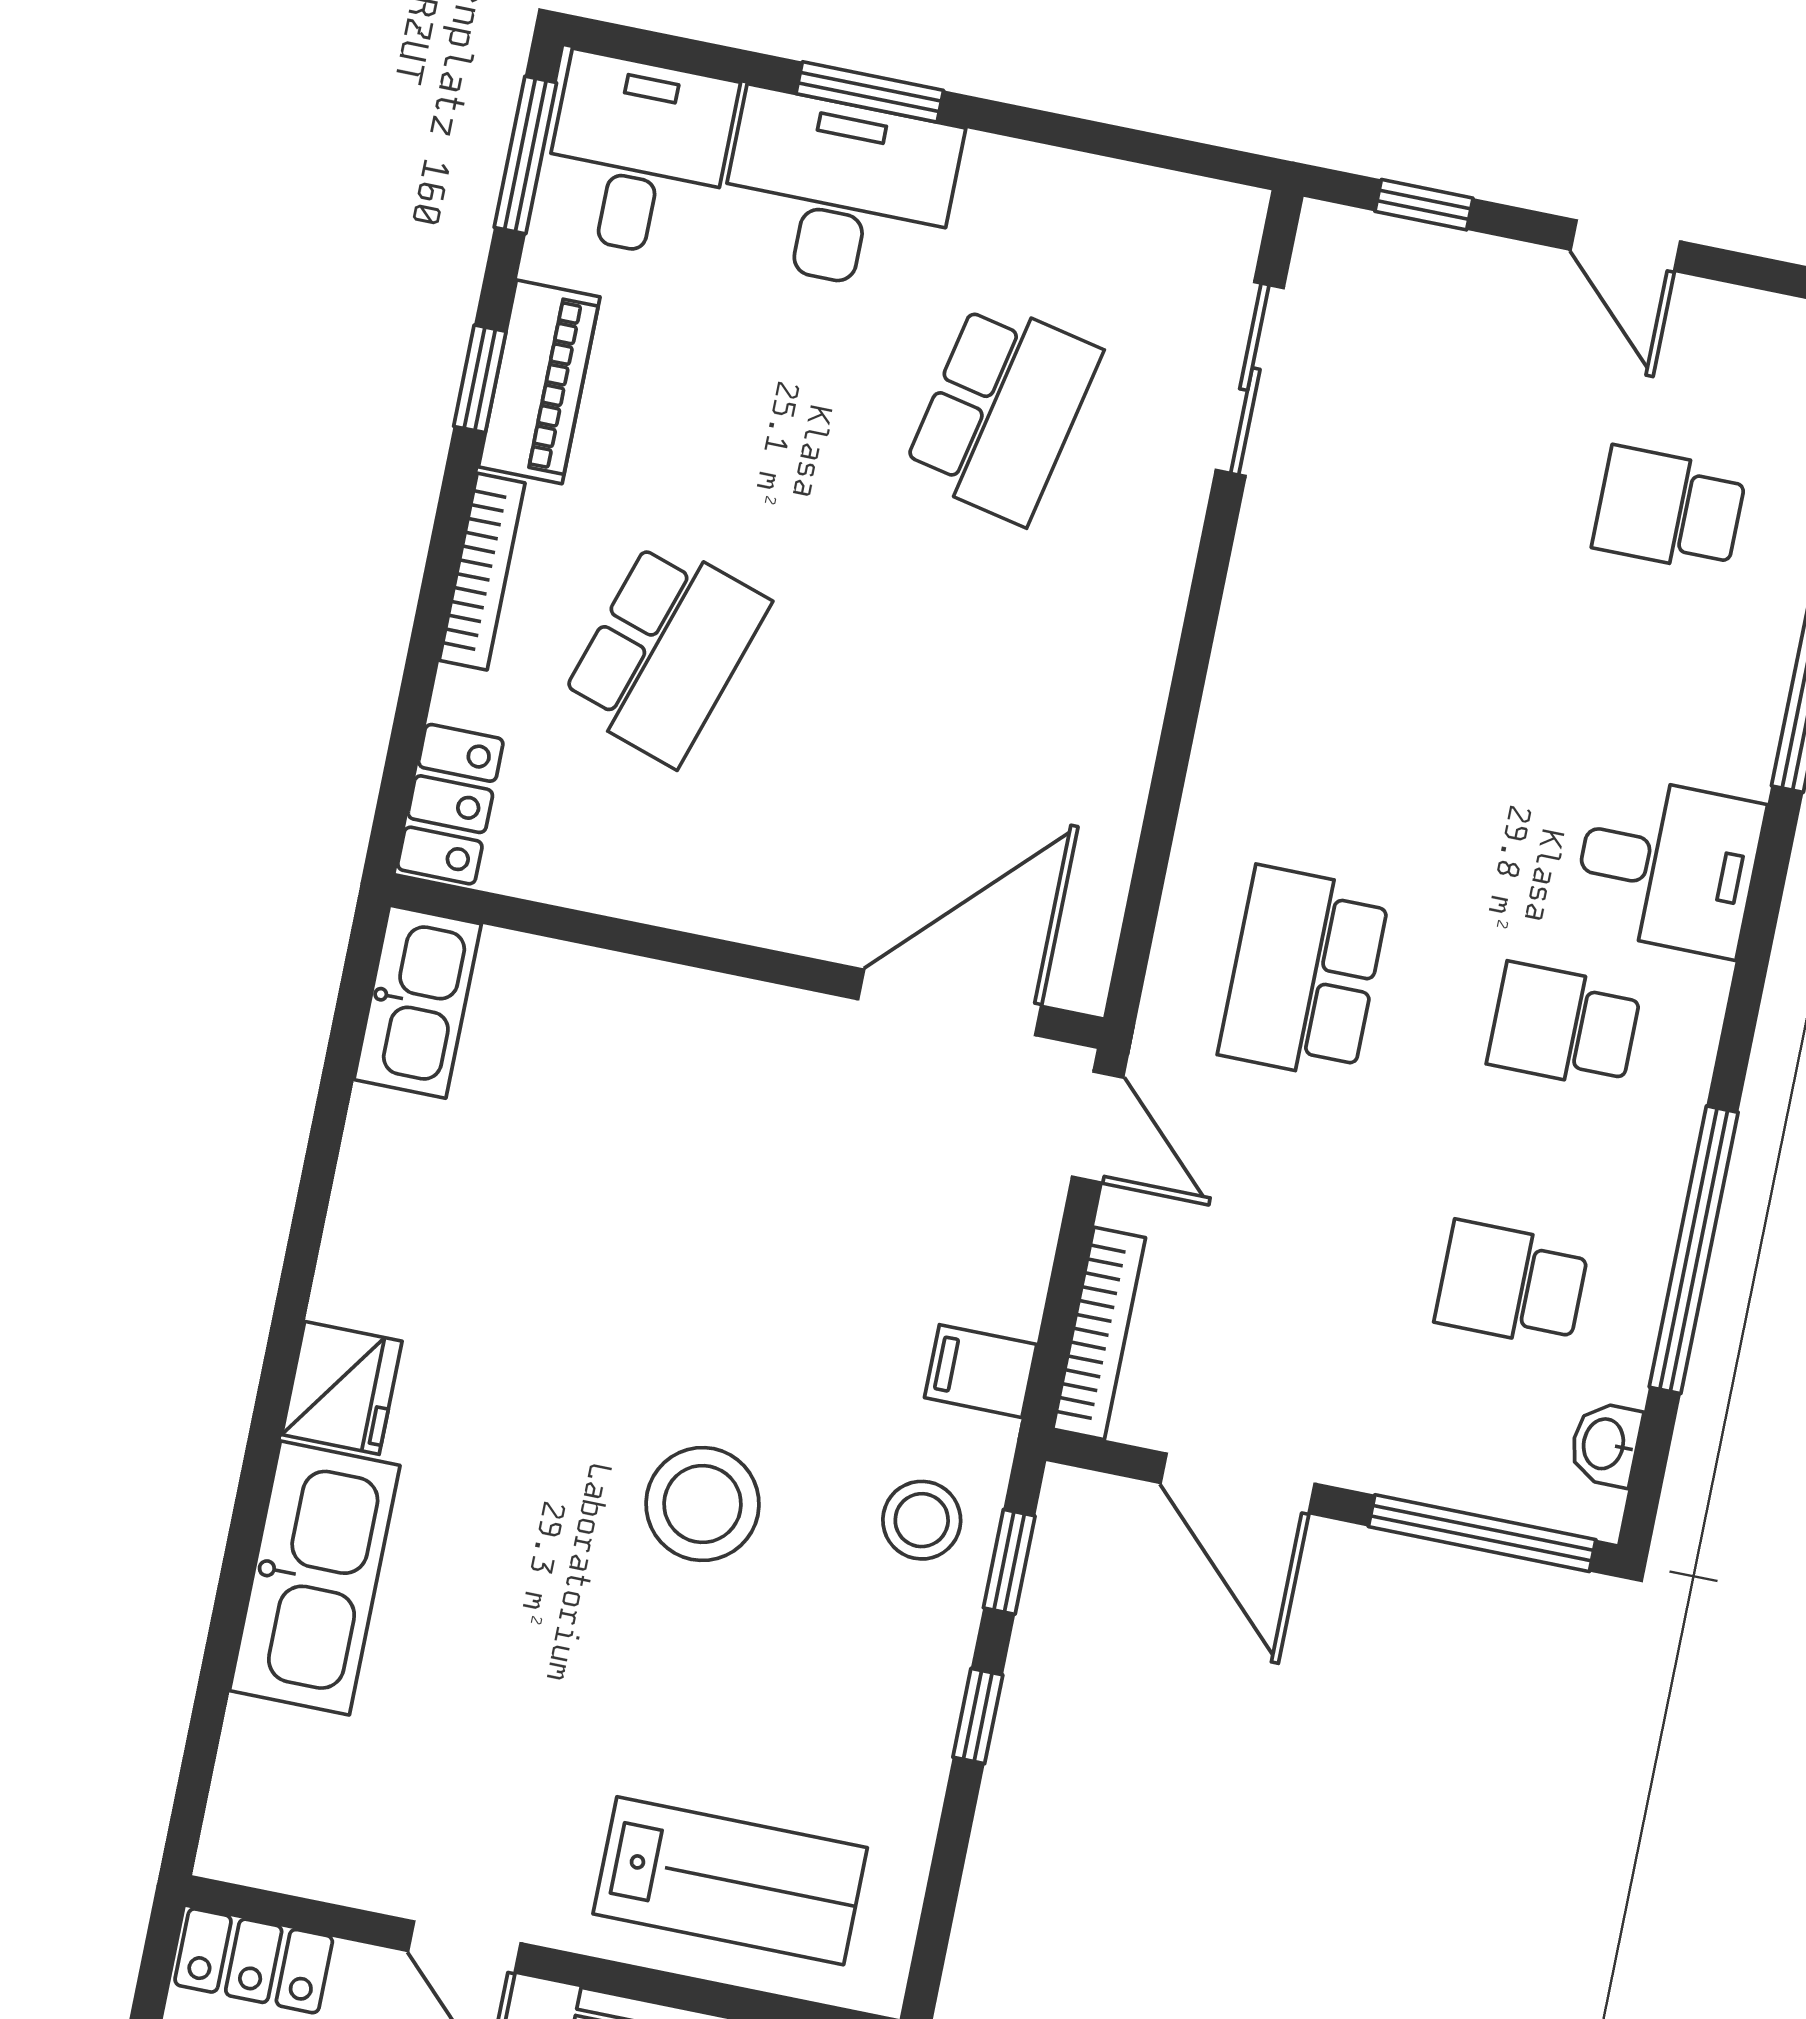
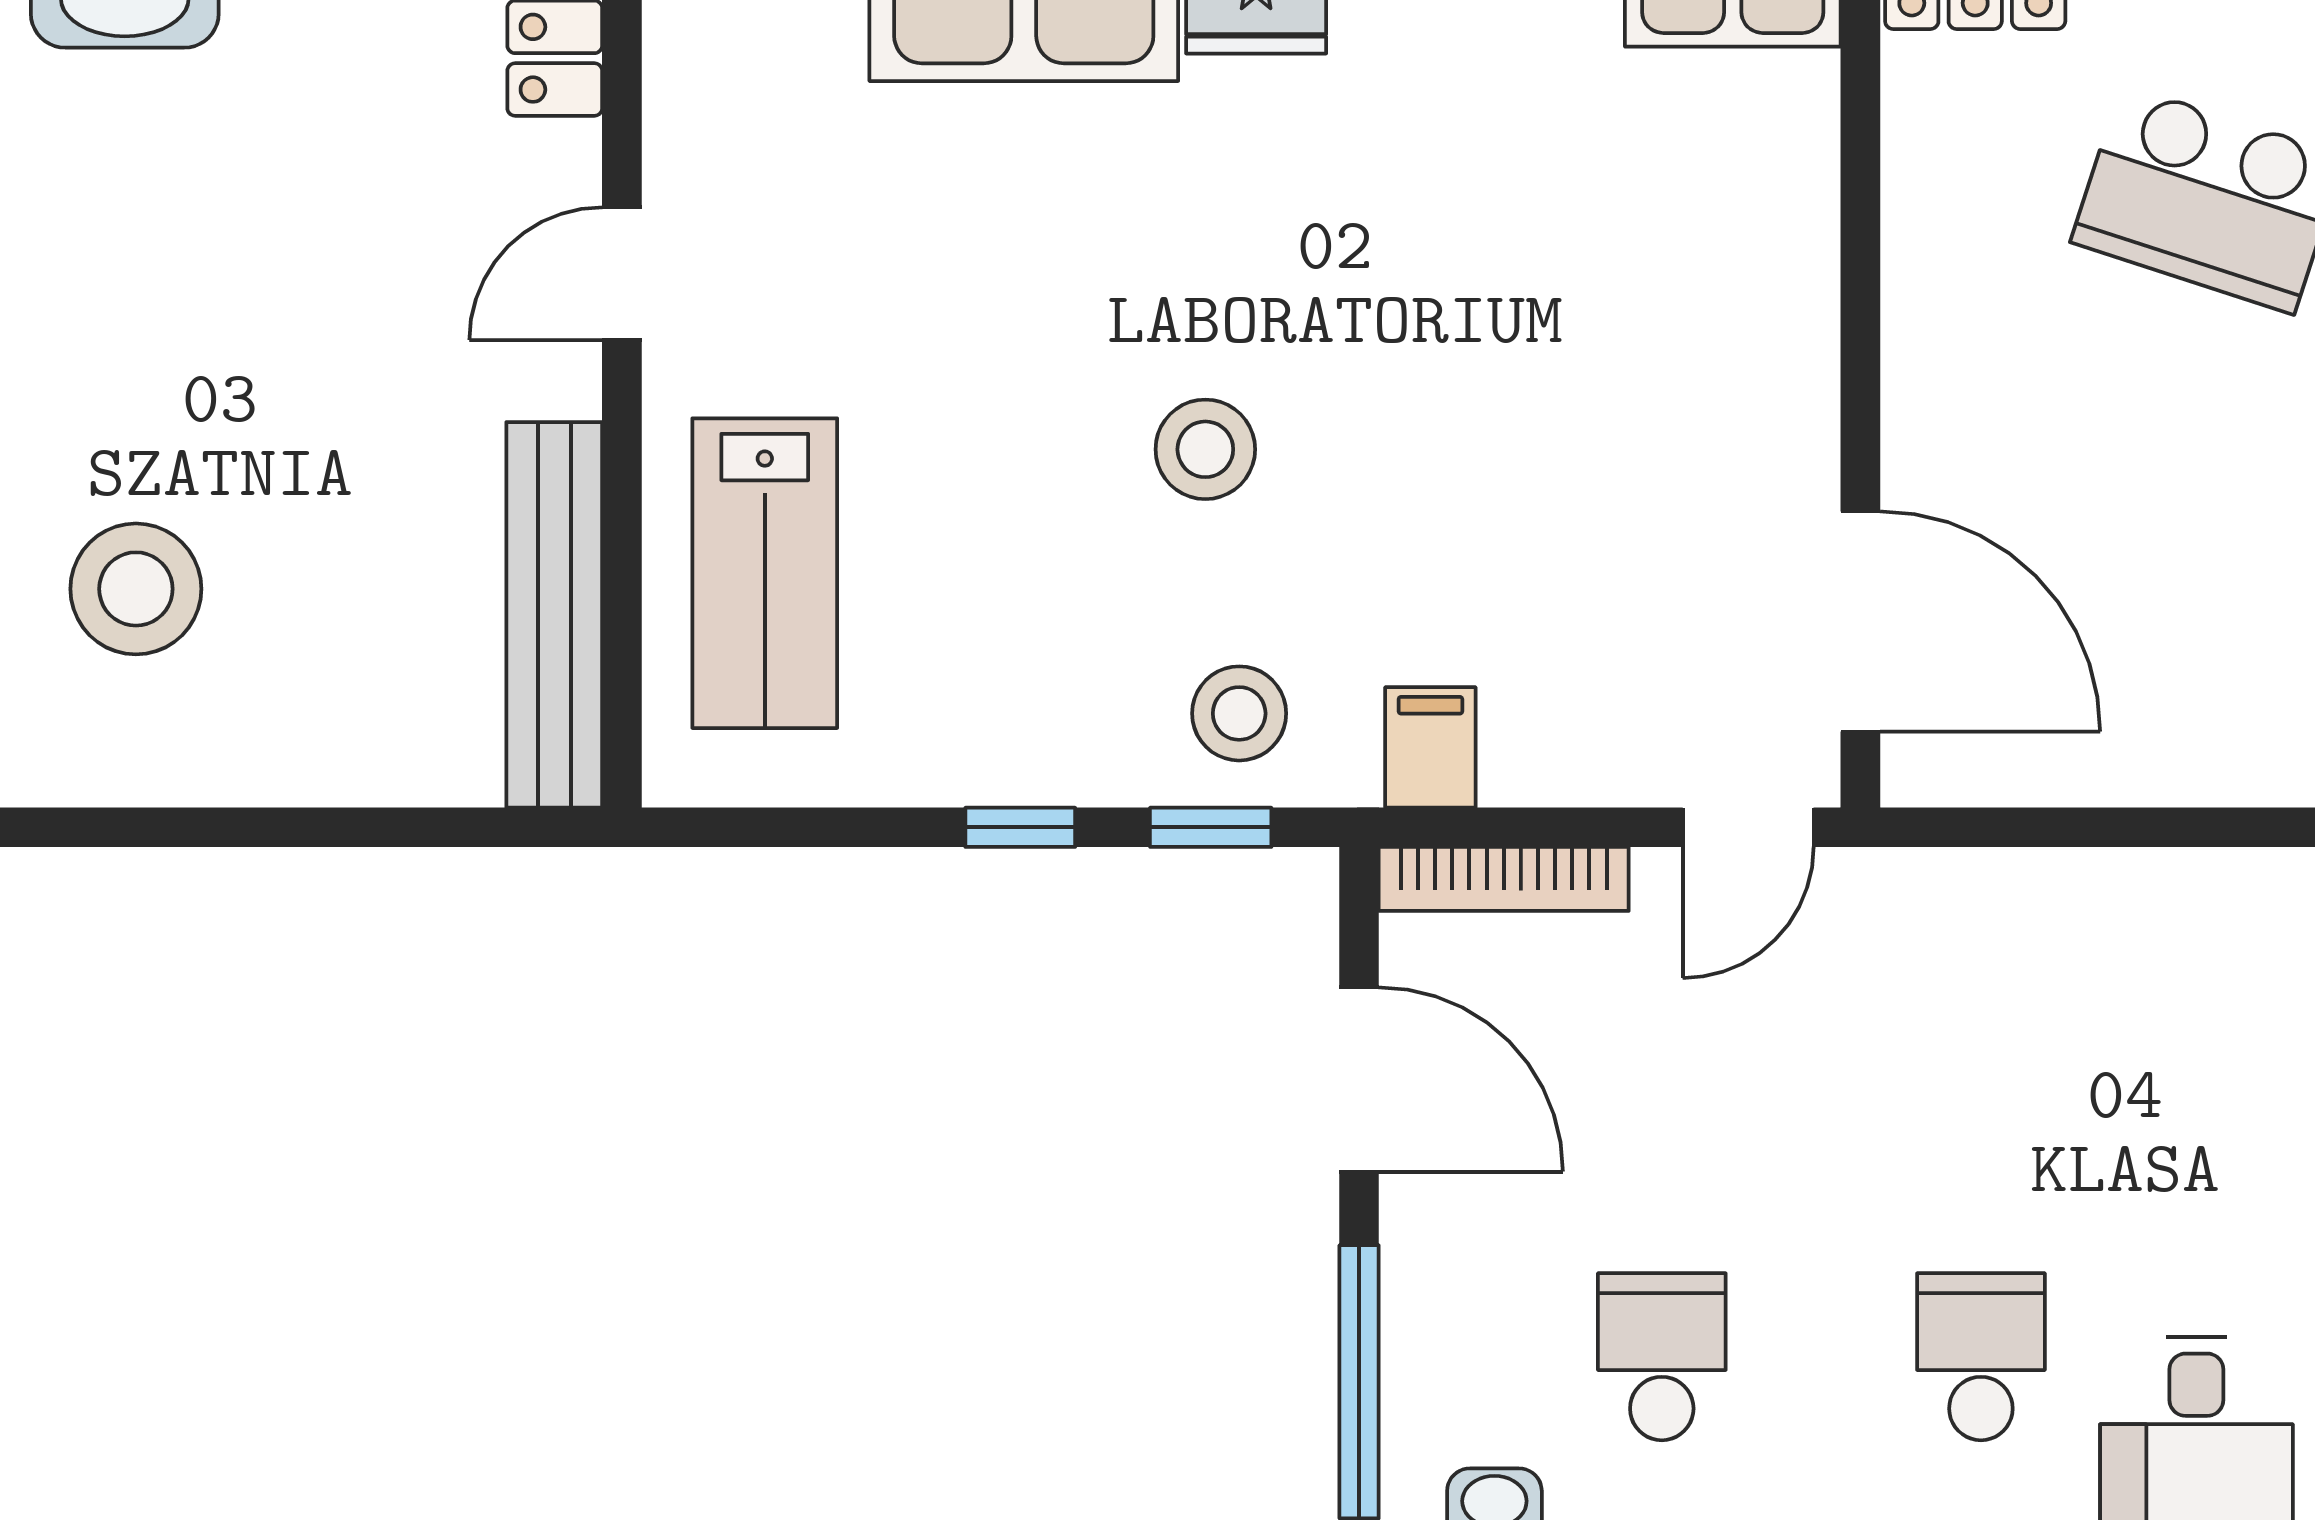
school desk: (1304, 973) -> (1981, 1035), removed
door: (1238, 1483) -> (1359, 1079), swing flipped
stool: (703, 1504) -> (1205, 449), width x0.73, depth x0.73

